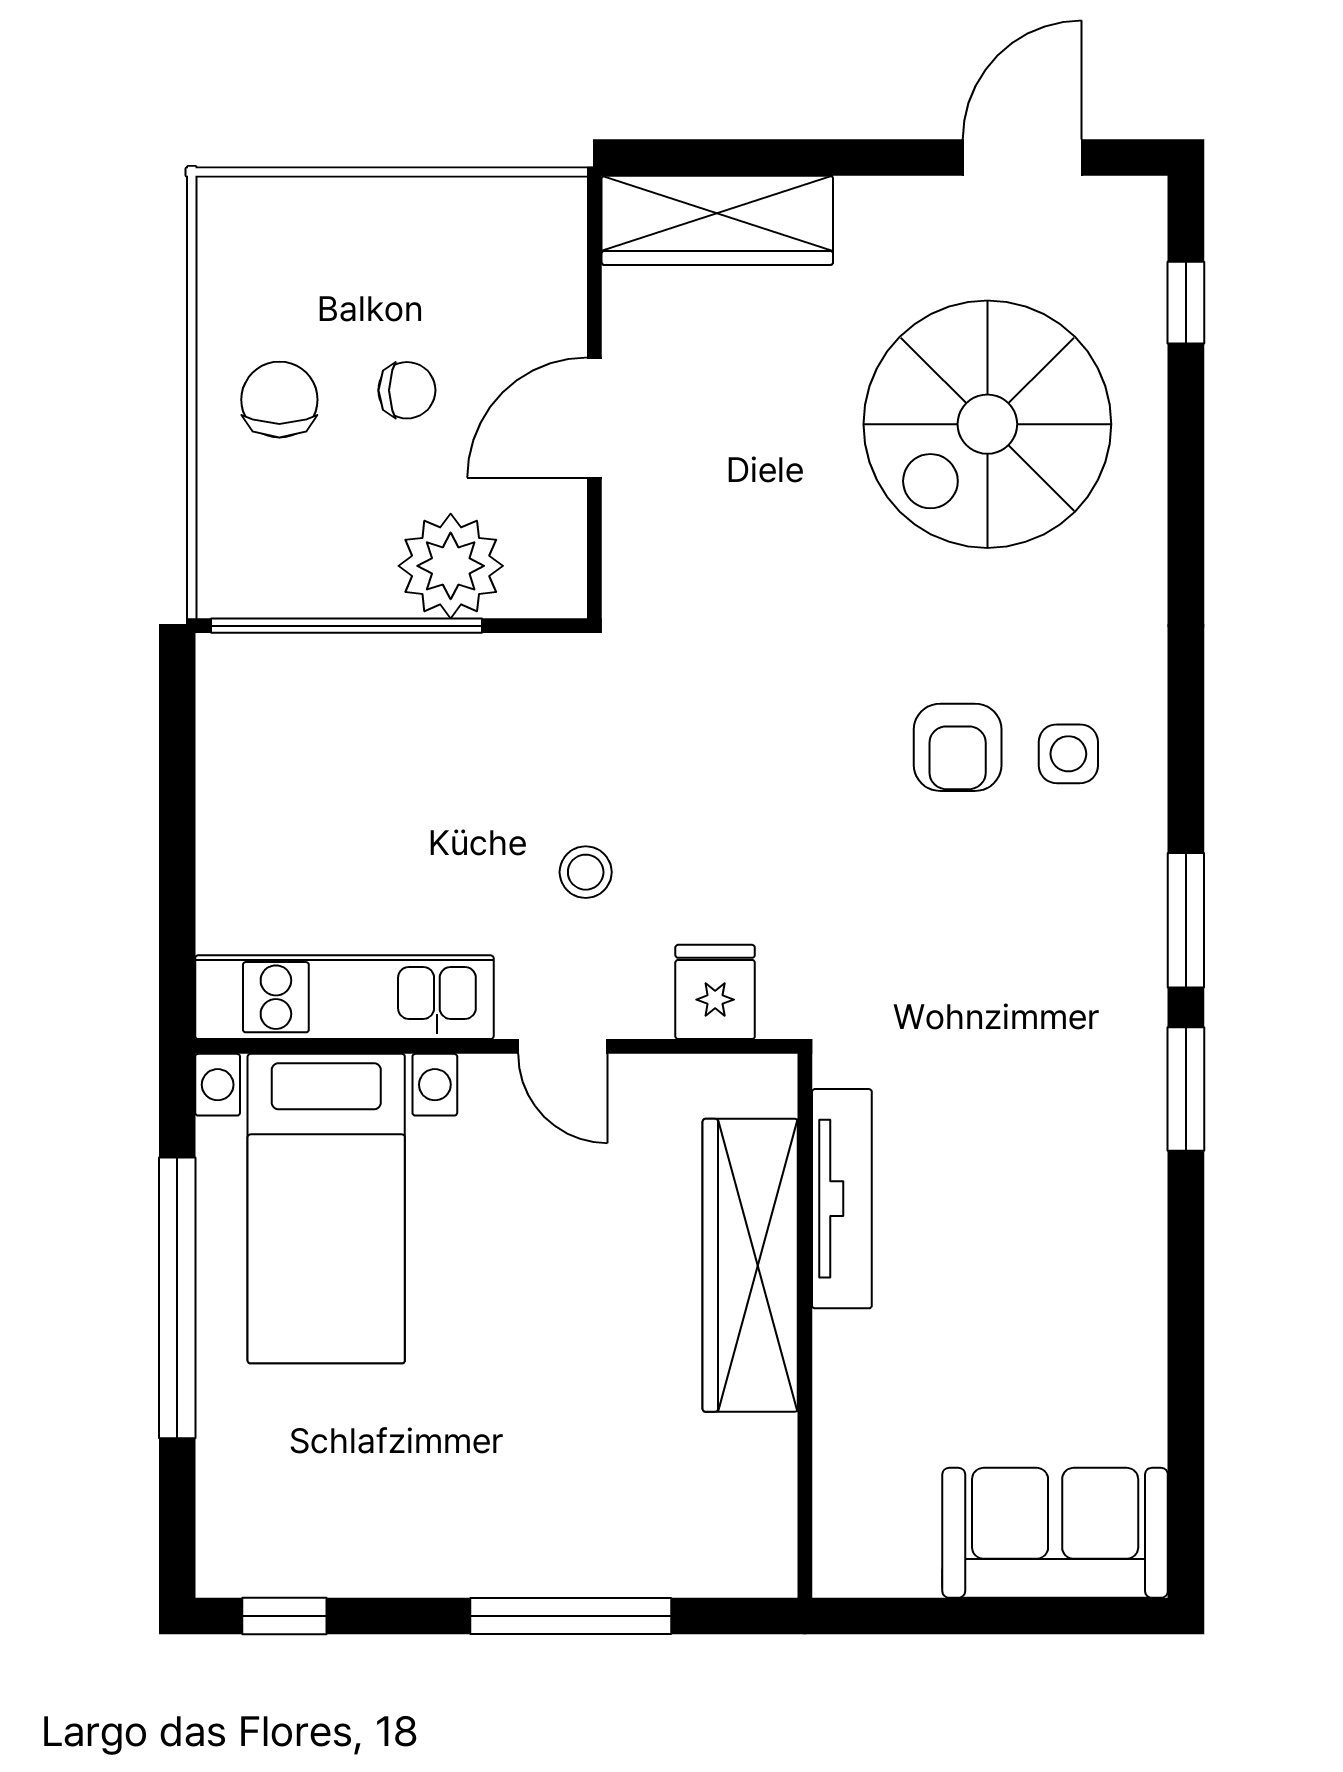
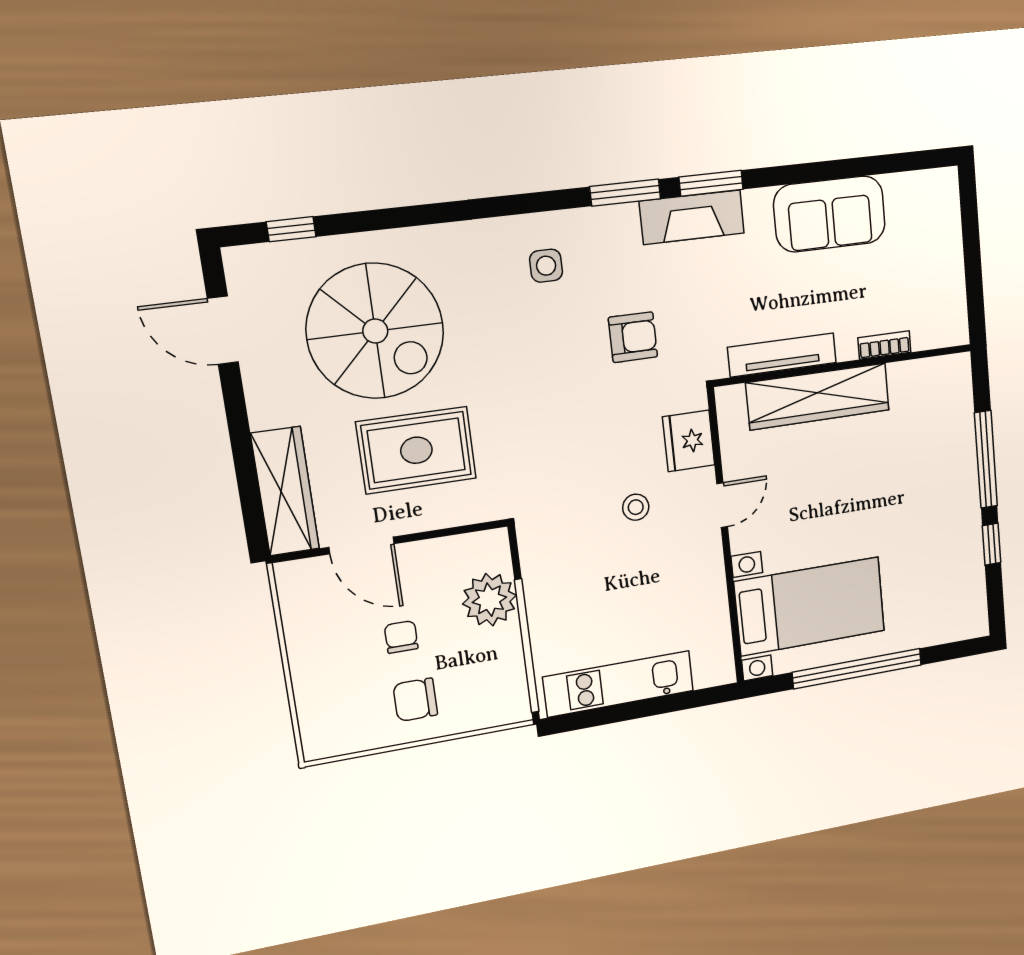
door: (594, 418) -> (362, 546), moved
rug: (758, 468) -> (416, 450), added
armchair: (958, 747) -> (633, 337), moved
fridge: (715, 992) -> (689, 441), width x1.38
kitchen unit: (344, 997) -> (619, 684), moved, turned 90
fireplace: (1127, 1045) -> (692, 217), added
bookcase: (834, 1414) -> (884, 345), added
sofa: (1055, 1533) -> (830, 214), moved, turned -90
window: (284, 1616) -> (992, 544), moved

